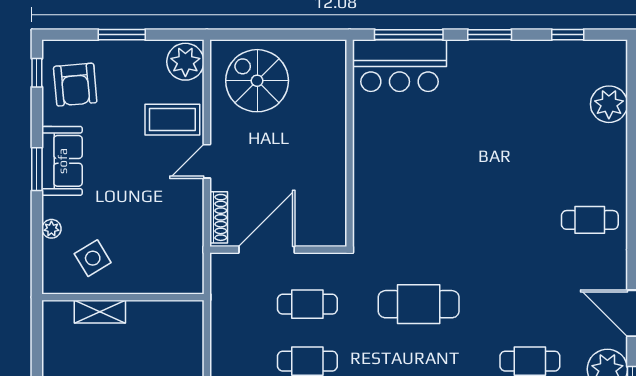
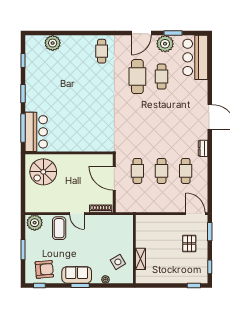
spiral stairs: (257, 81) -> (43, 172), moved
door: (267, 250) -> (114, 178), moved
cafe table: (419, 304) -> (137, 77), moved

